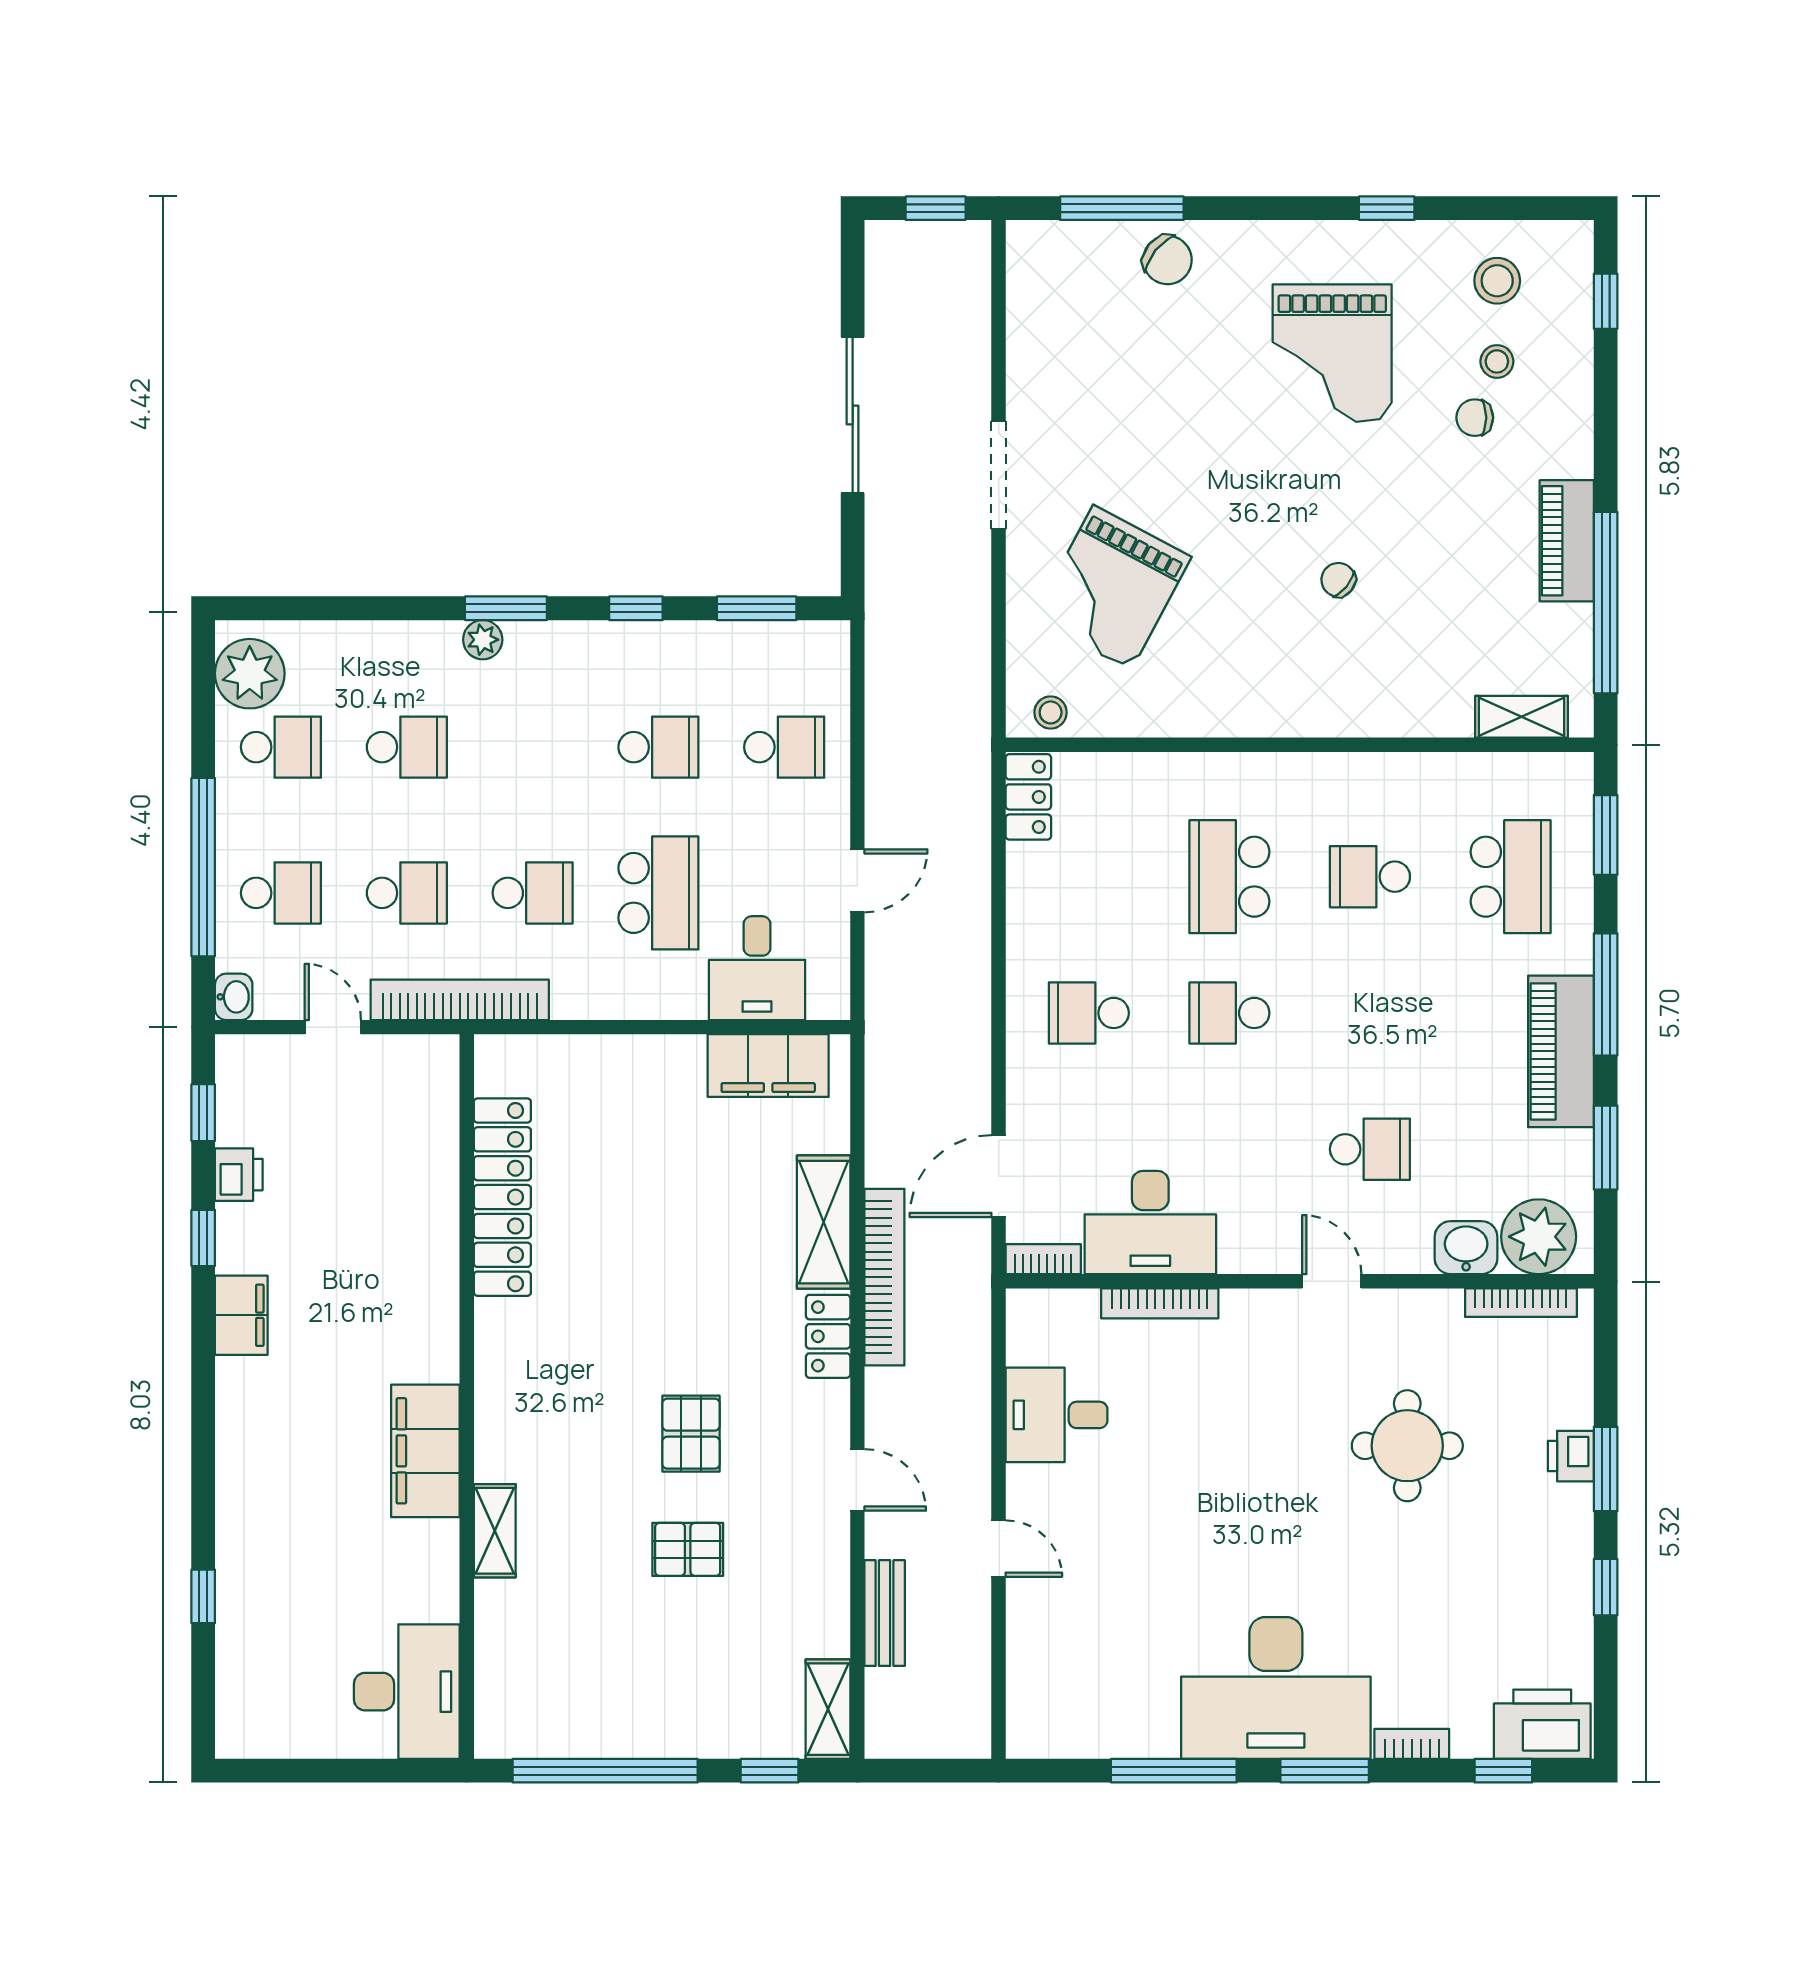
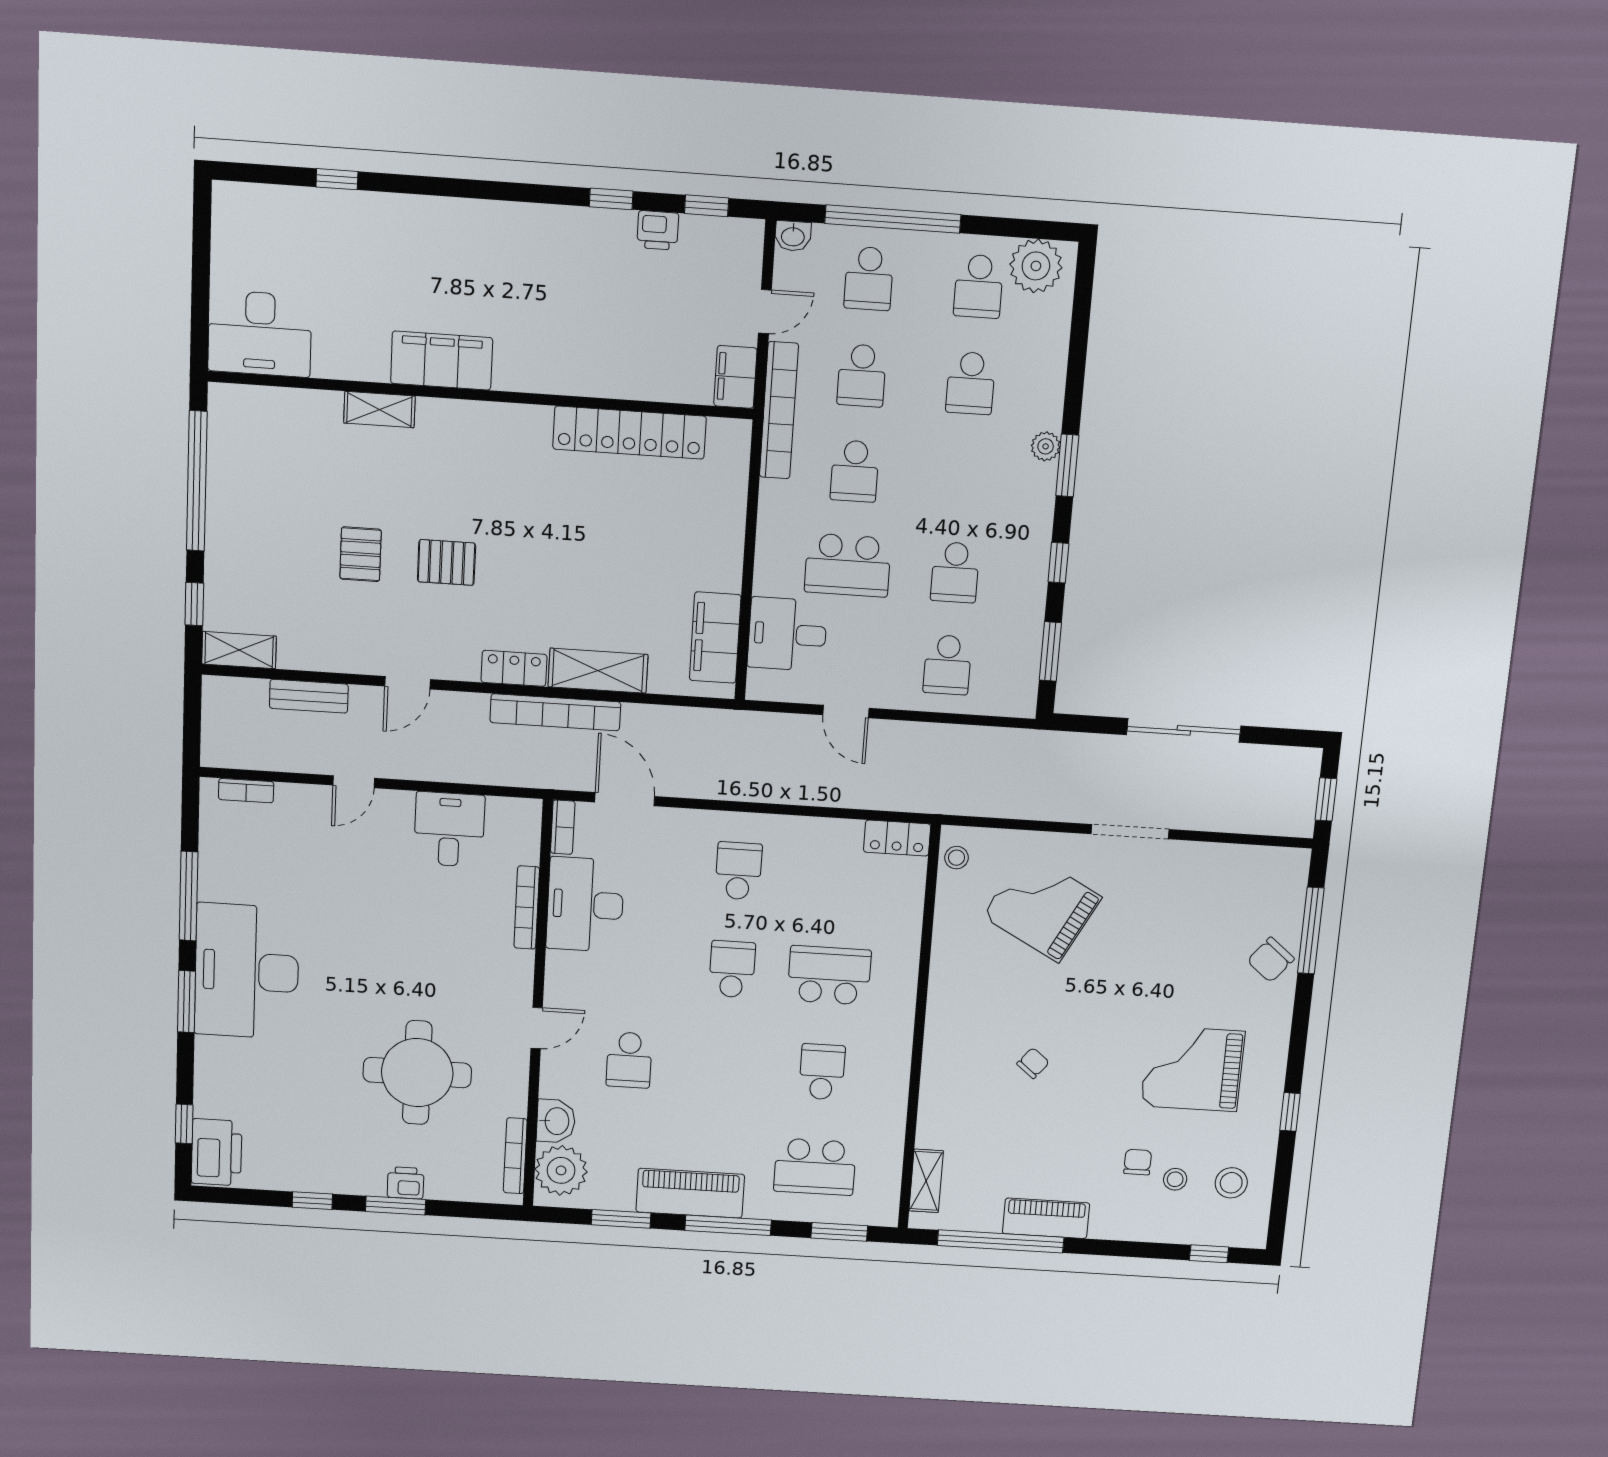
filing cabinet: (241, 1315) -> (735, 377), moved, turned 90
round table: (1407, 1446) -> (417, 1073), width x1.36, depth x1.36
bookcase: (1412, 1744) -> (246, 791), moved, turned 90

